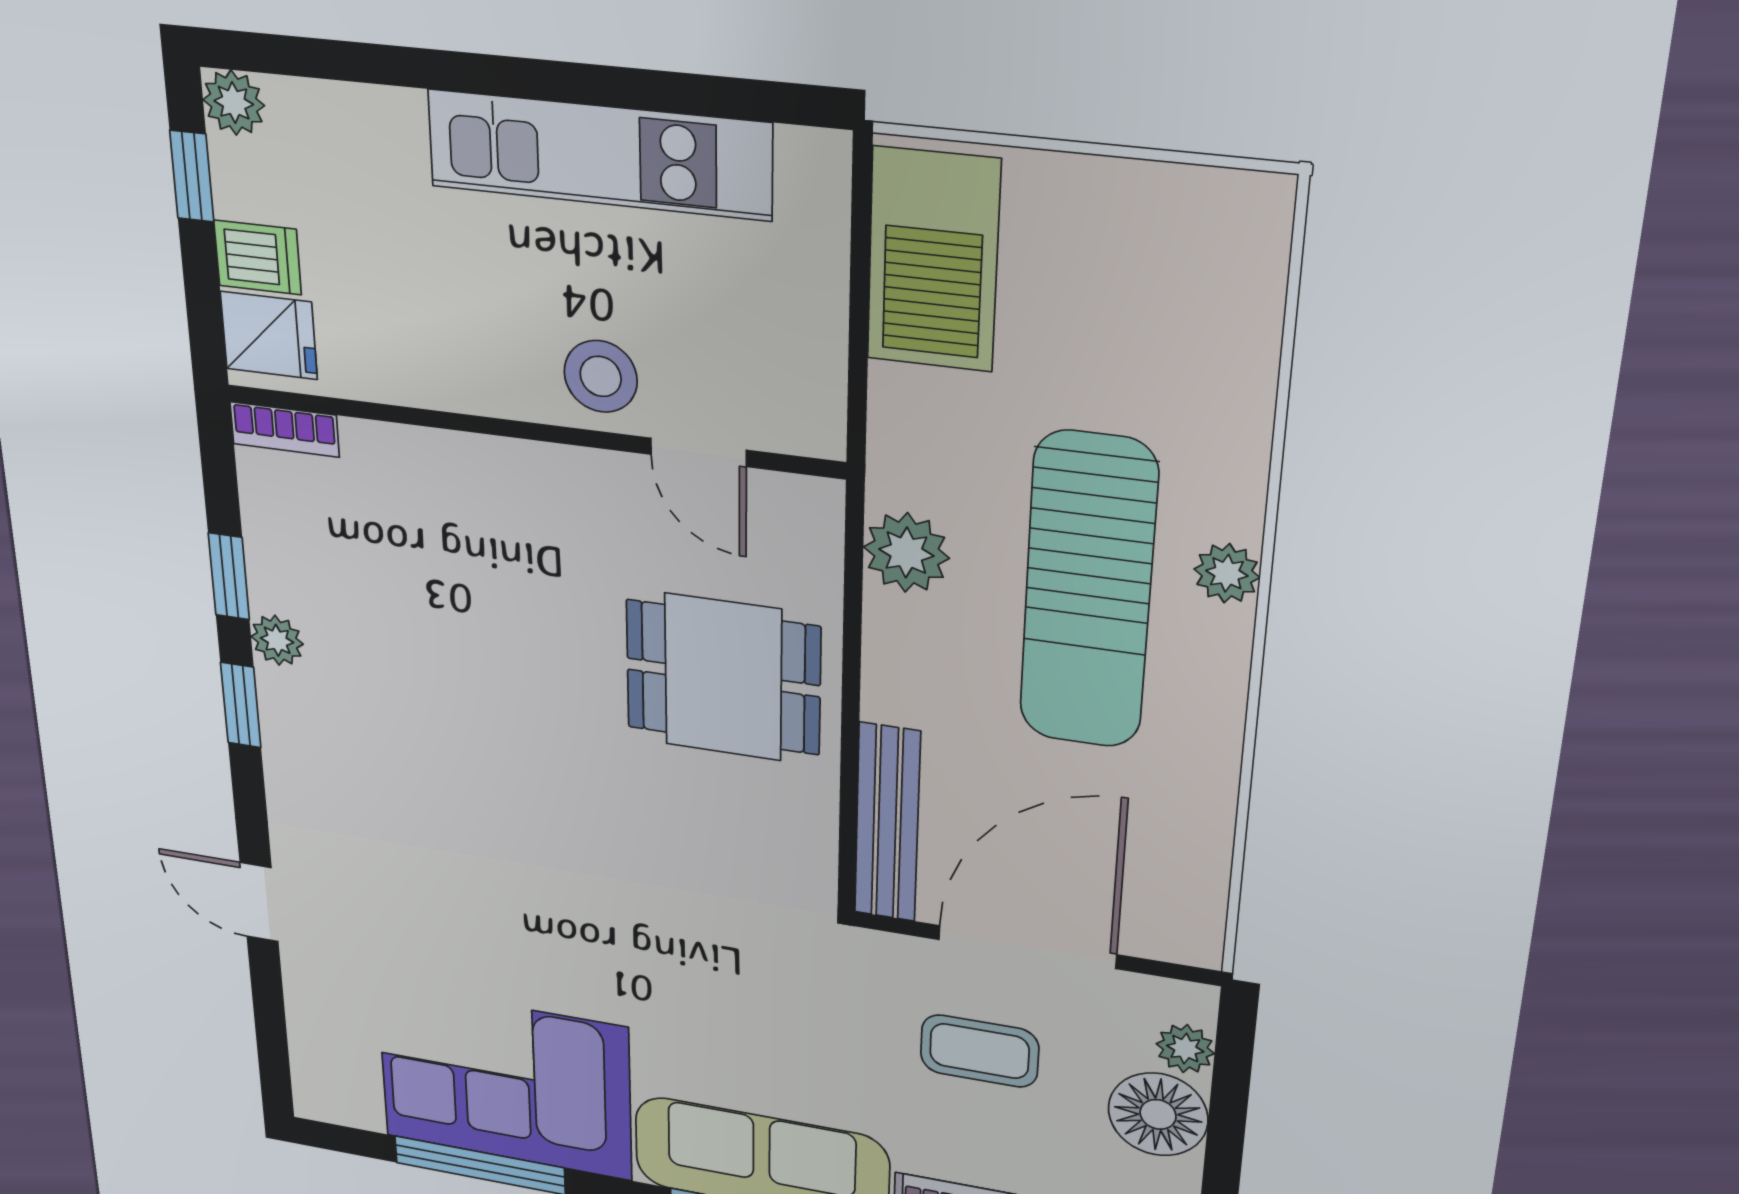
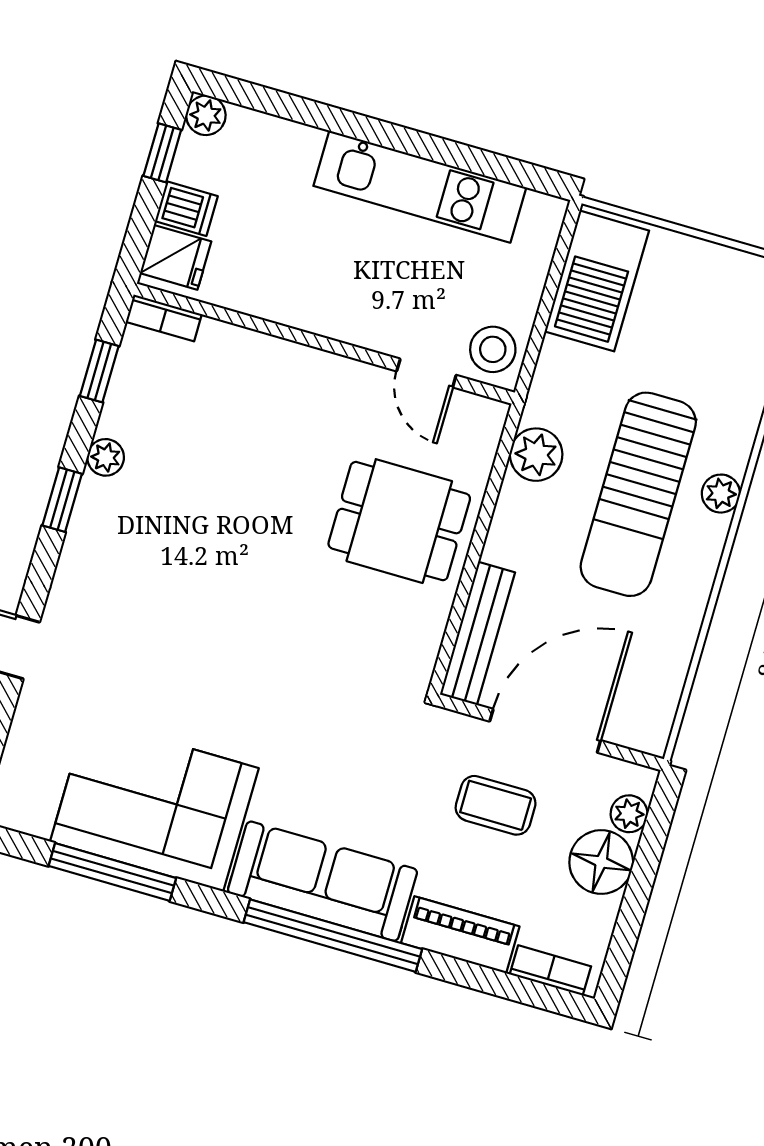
stool: (601, 376) -> (493, 349), moved
window: (229, 576) -> (99, 371), moved

